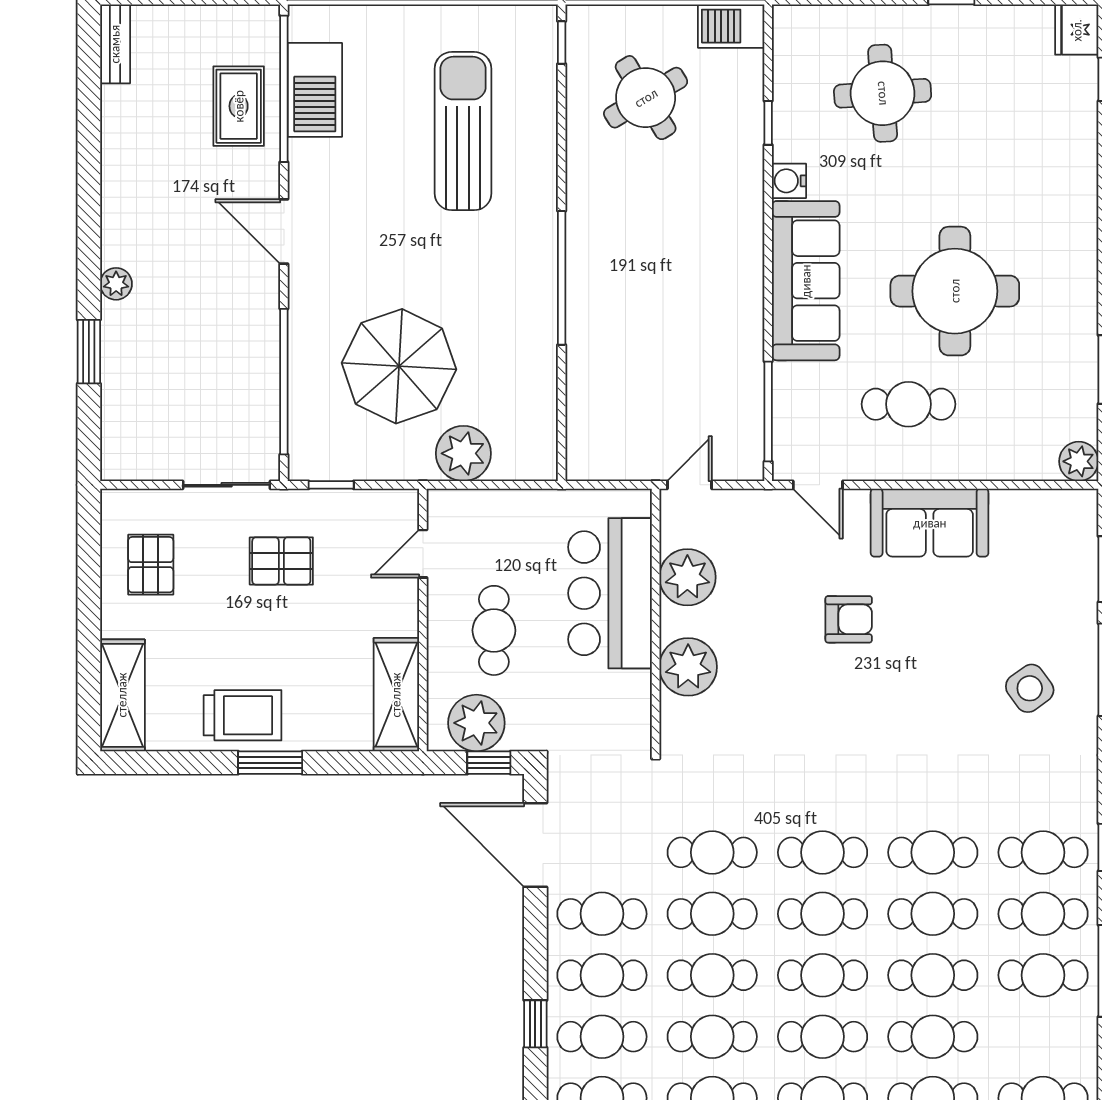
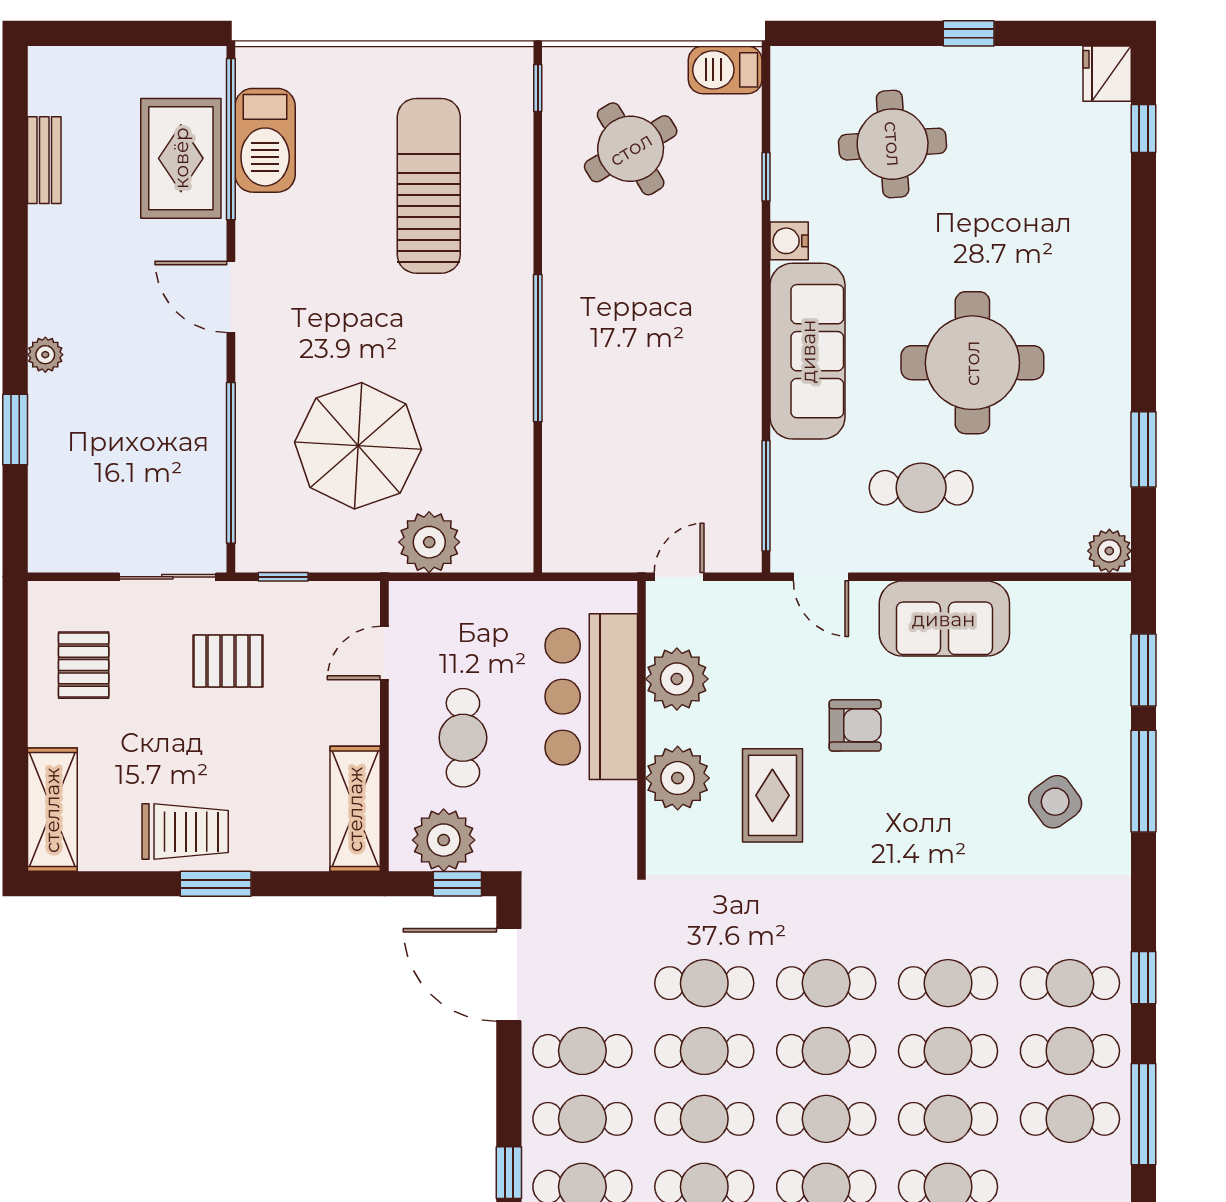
bench: (115, 44) -> (44, 160), moved
rug: (239, 106) -> (181, 158), width x1.36, depth x1.43
rug: (774, 683) -> (772, 795), added

